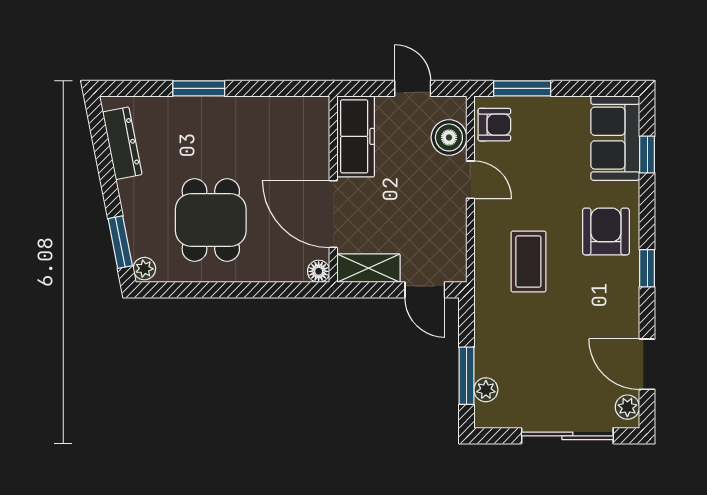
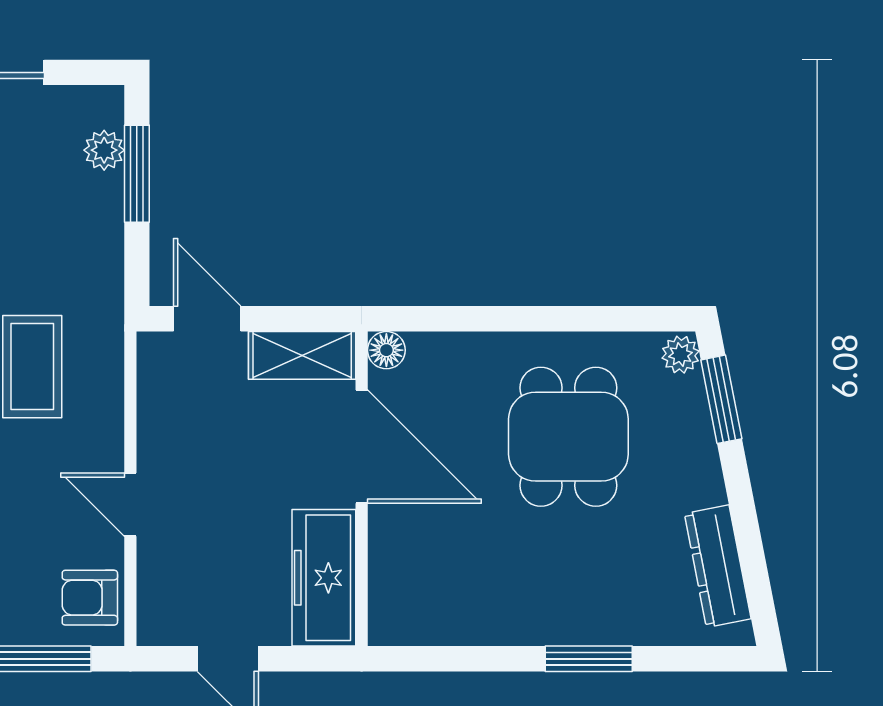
boiler: (449, 137) -> (166, 576), removed

